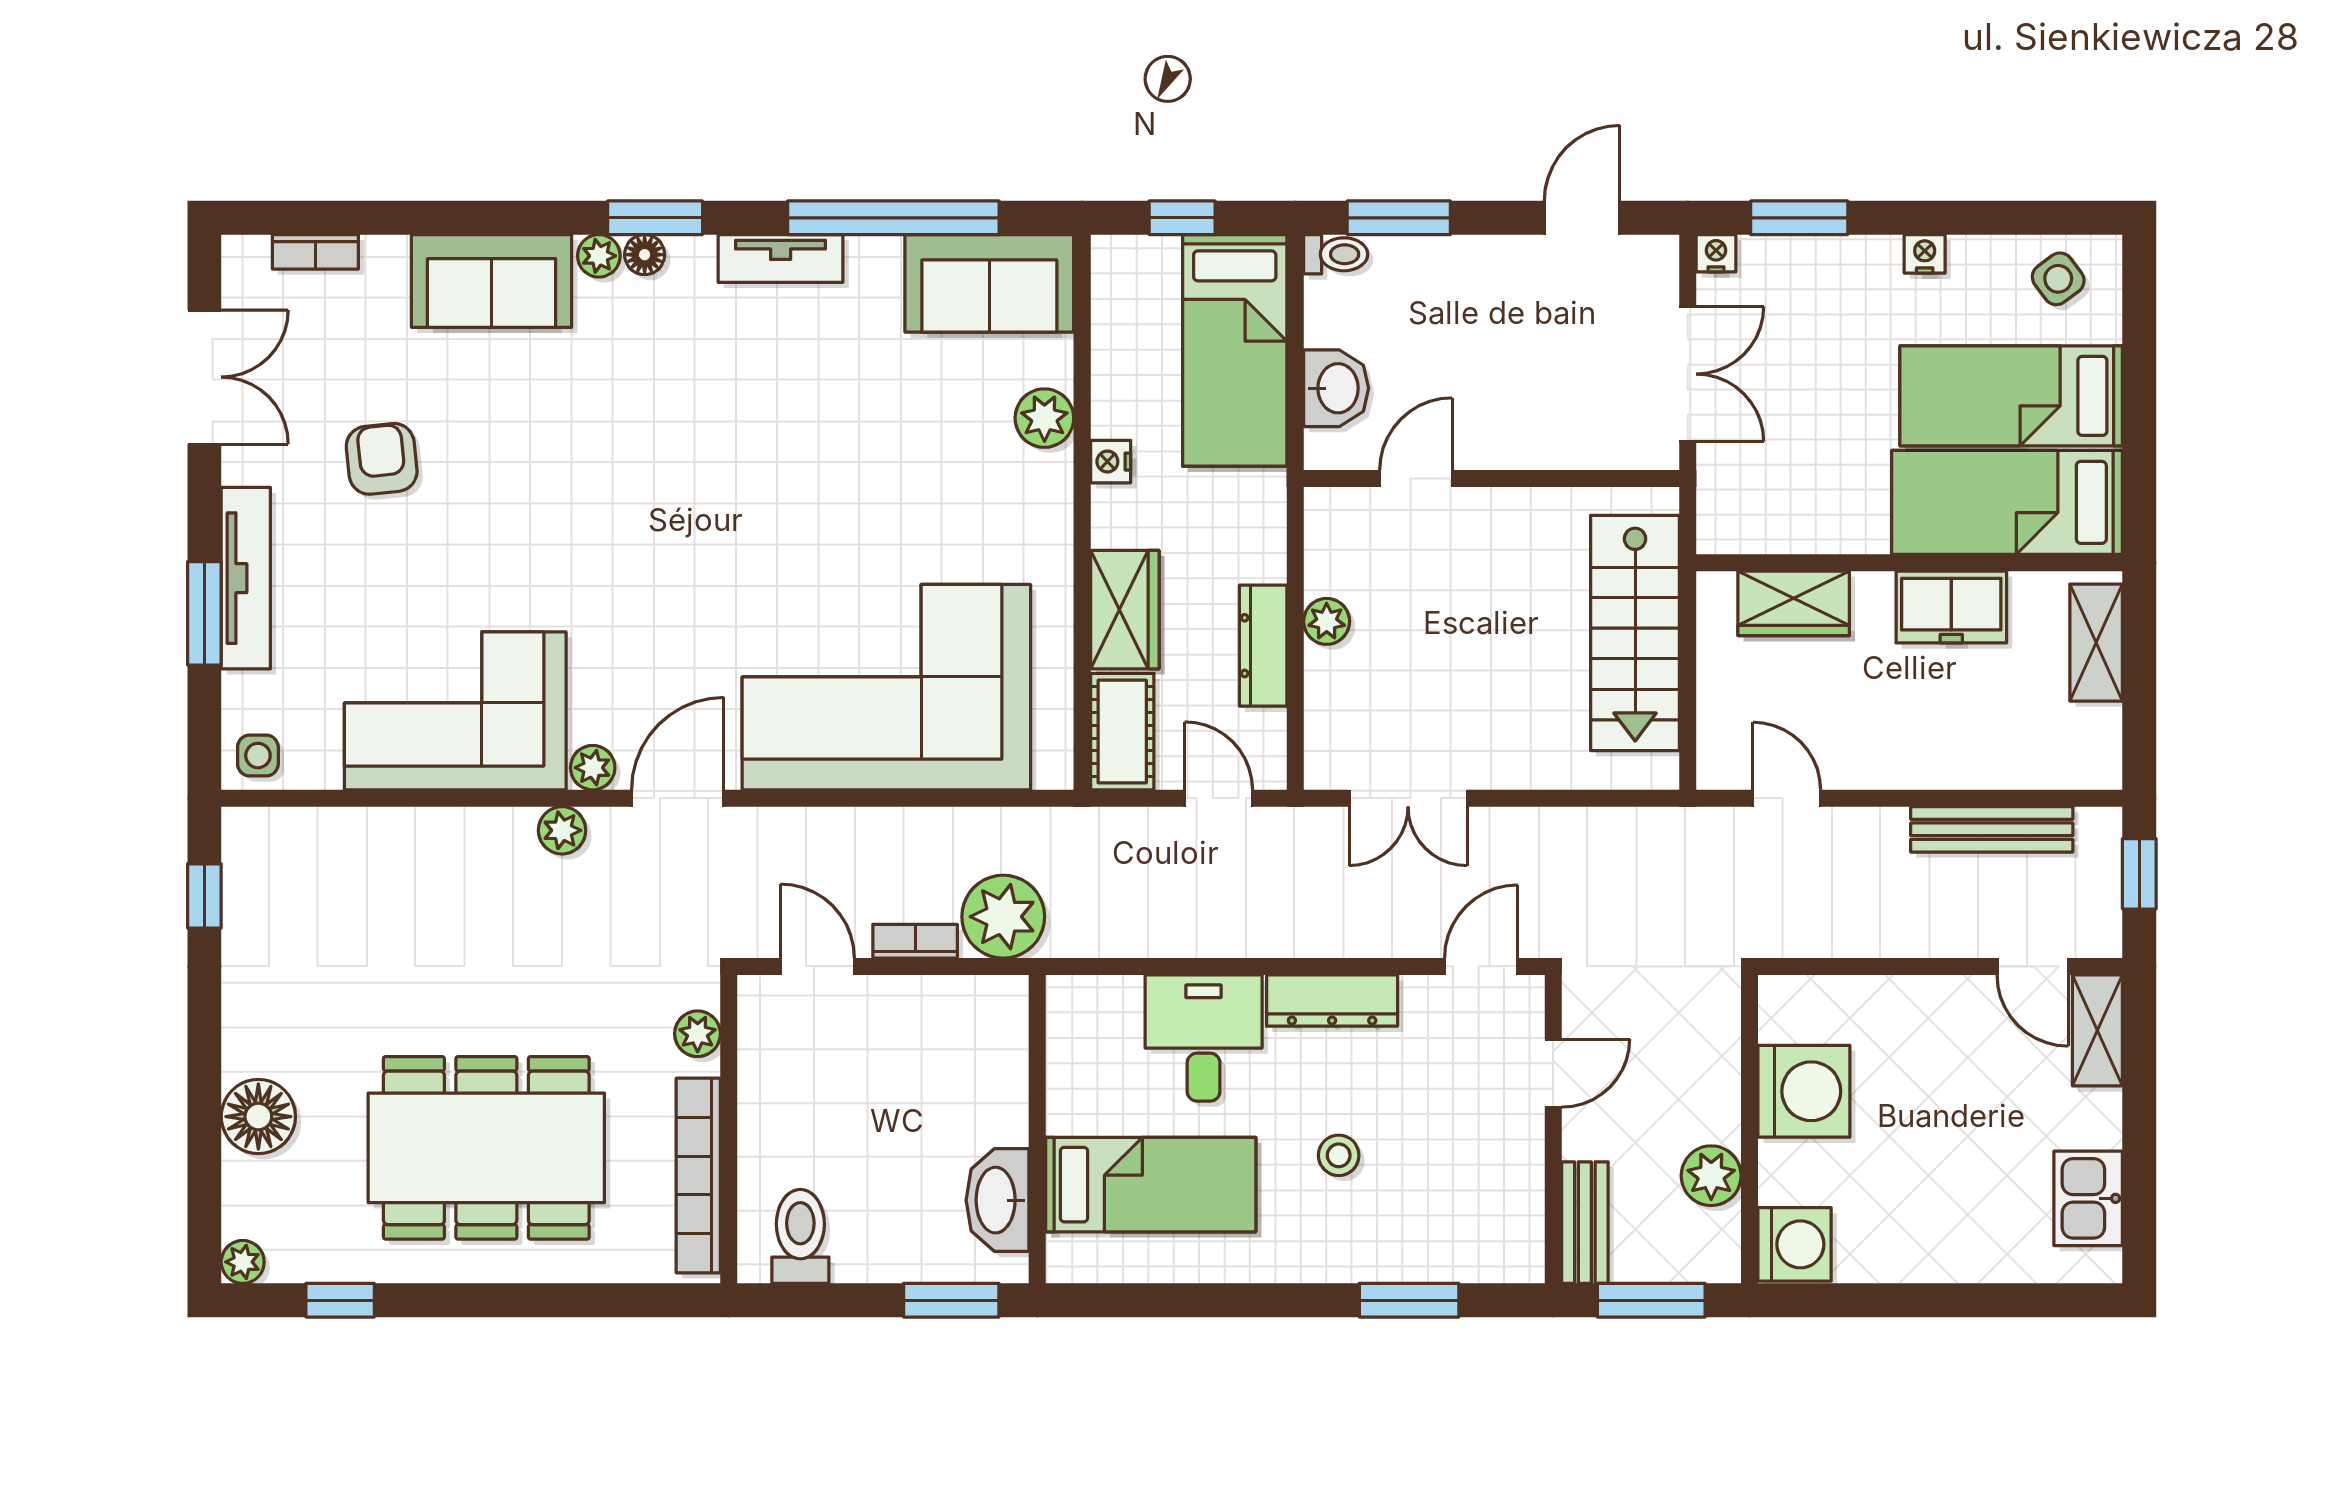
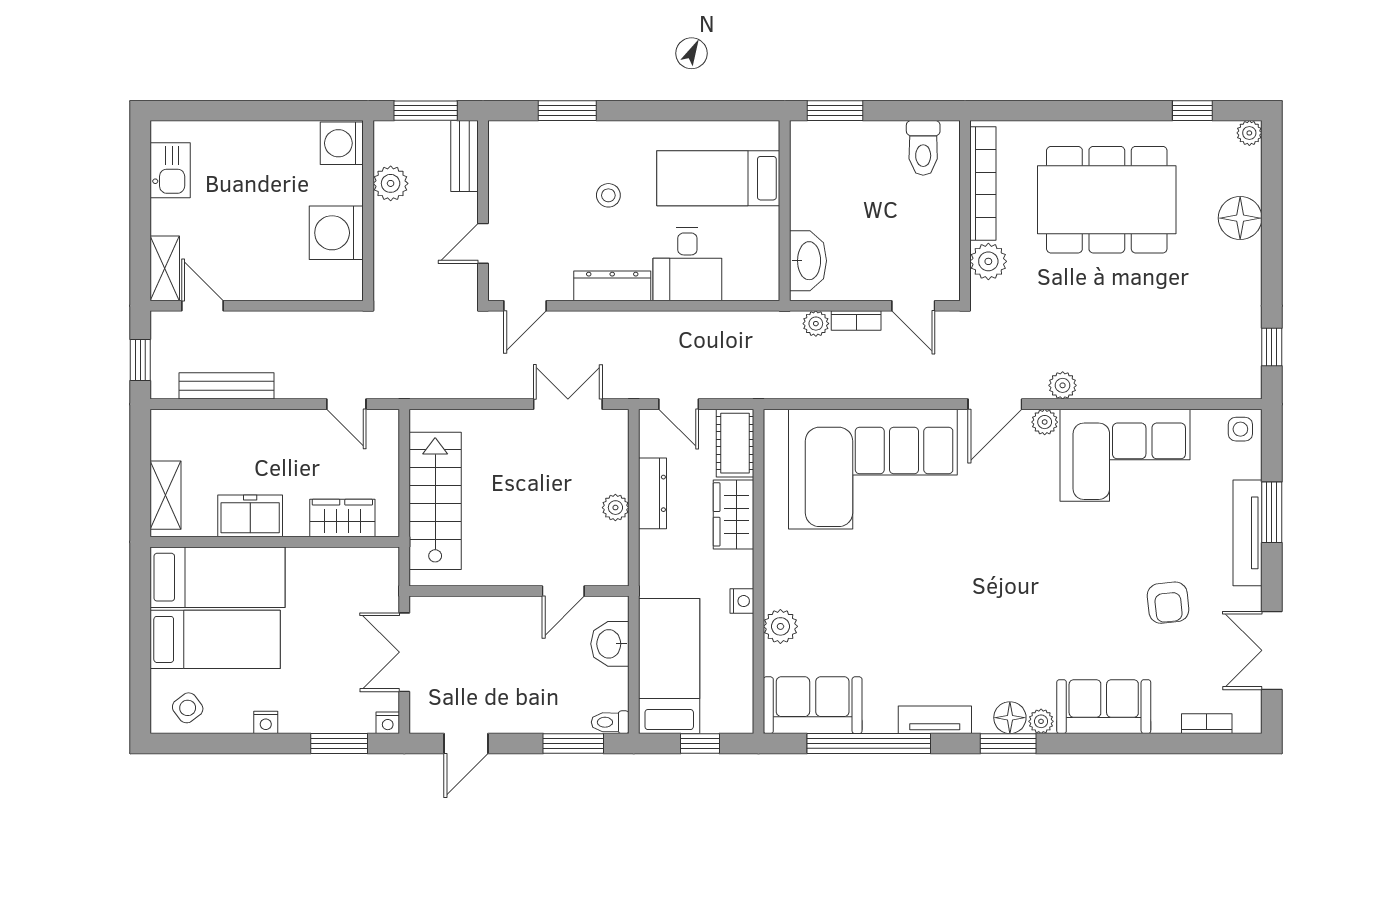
floor lamp: (645, 255) -> (1010, 718), width x1.37, depth x1.37
plant: (1003, 917) -> (816, 324), width x0.53, depth x0.53
plant: (698, 1034) -> (988, 261), width x1.38, depth x1.38
washbasin: (997, 1200) -> (808, 261), moved

